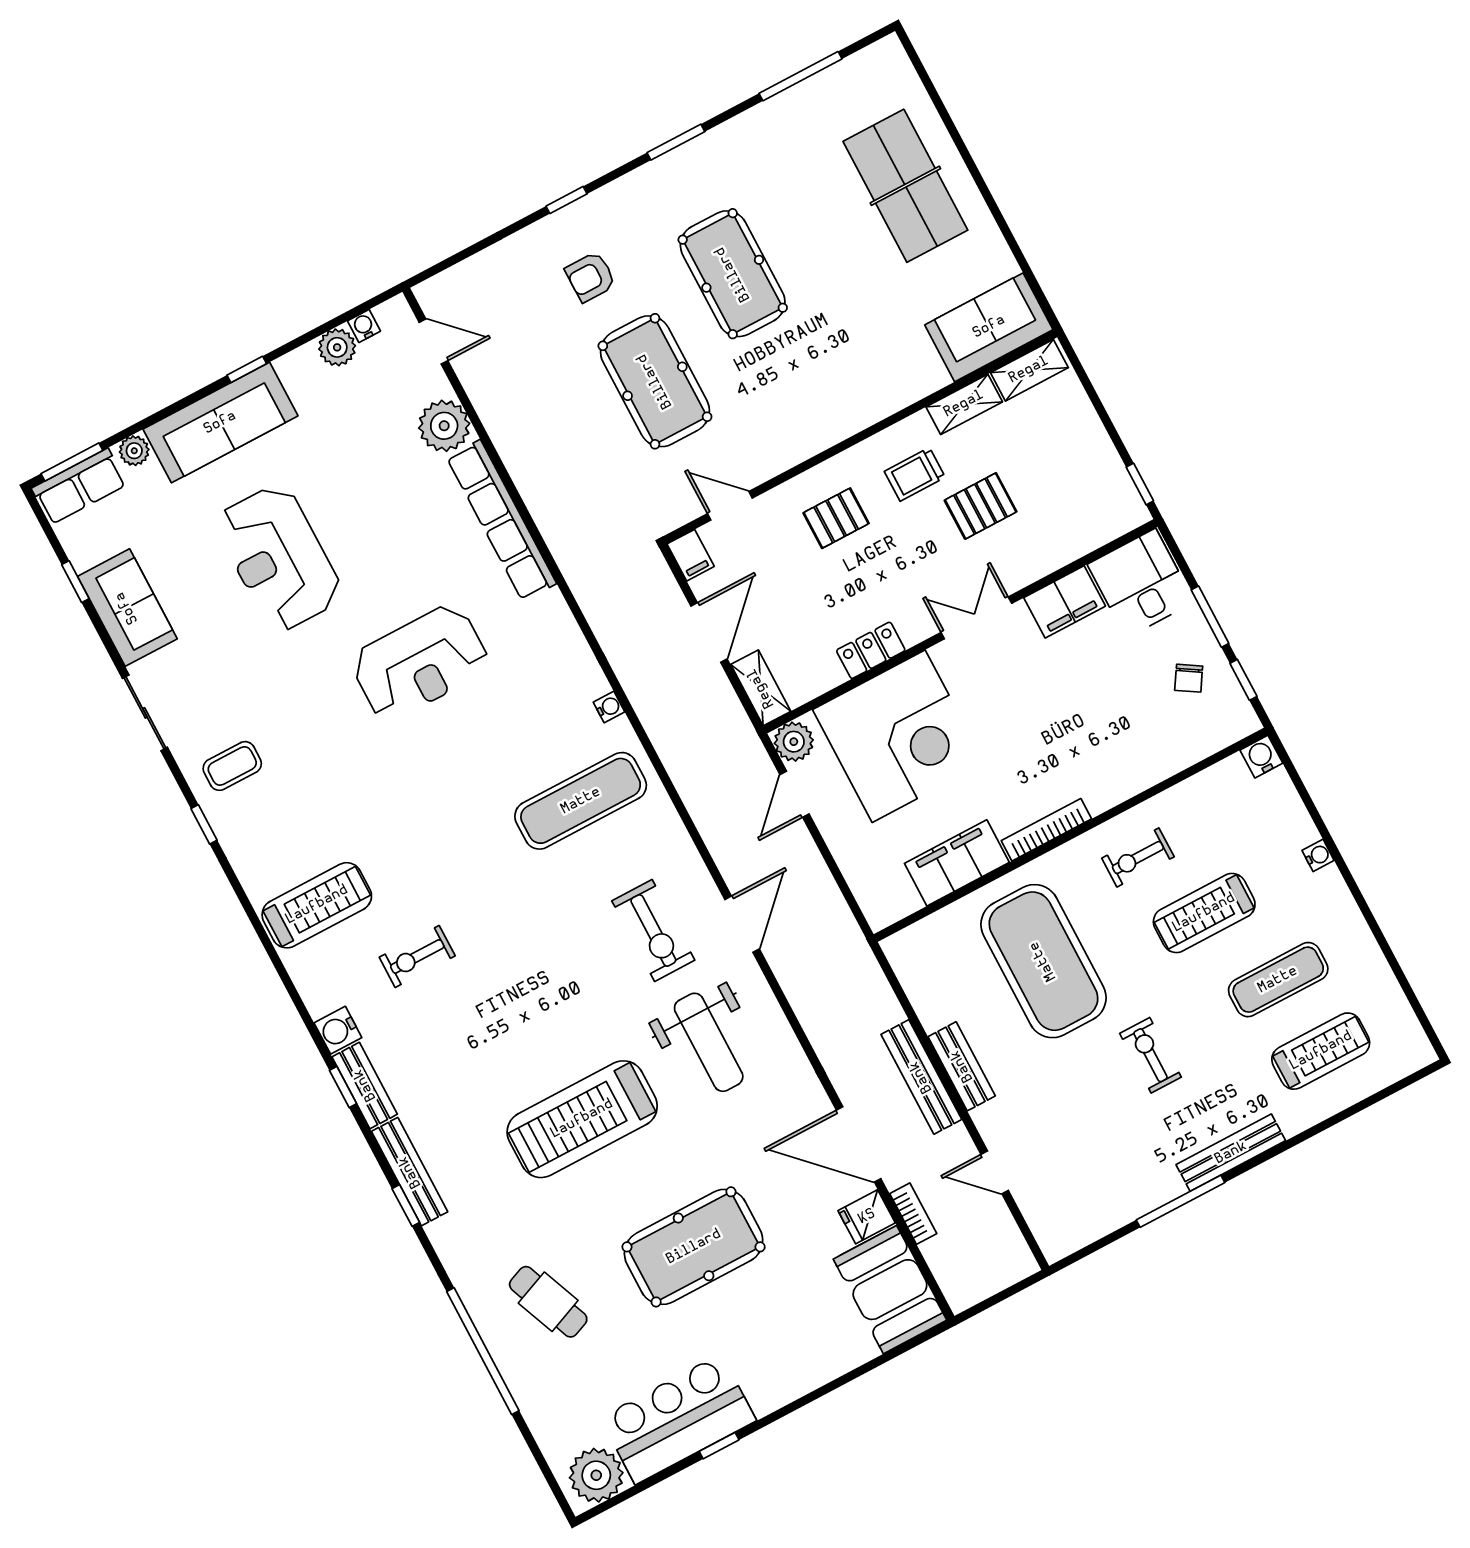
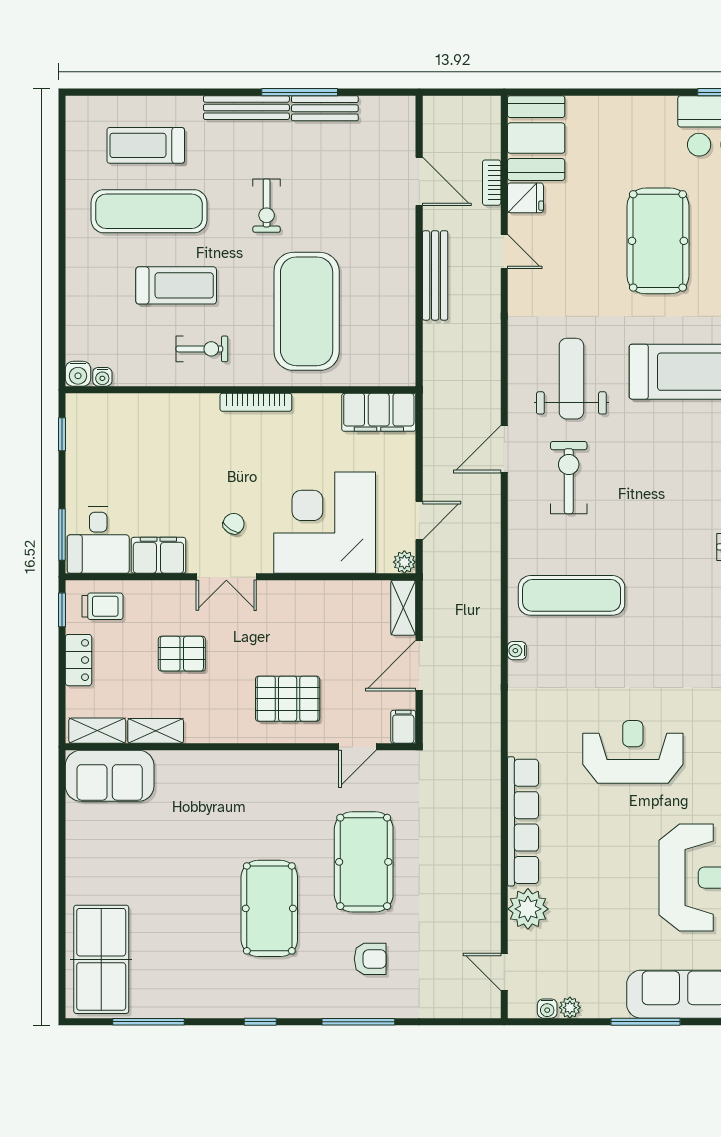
window: (676, 142) -> (260, 1022), width x0.67
table tennis table: (905, 186) -> (101, 959), moved
window: (567, 200) -> (358, 1022), width x2.17
plant: (337, 347) -> (570, 1008), width x0.73, depth x0.73
window: (247, 369) -> (645, 1022), width x2.17
trolley: (915, 474) -> (102, 606), moved
door: (730, 506) -> (357, 747), hinge flipped
pallet: (836, 518) -> (288, 699), width x1.50, depth x1.42
window: (1210, 617) -> (62, 535), moved
locker: (871, 650) -> (78, 660), moved, turned -90
chair: (1189, 678) -> (234, 524), moved
plant: (794, 742) -> (404, 562), width x0.73, depth x0.73
water cooler: (1318, 855) -> (102, 377), moved, turned -90
filing cabinet: (957, 863) -> (379, 412), moved
exercise mat: (1278, 980) -> (149, 211), width x1.36, depth x1.45
bench: (962, 1066) -> (325, 108), moved, turned 90
door: (859, 1144) -> (504, 251), width x0.53
door: (995, 1172) -> (419, 181), width x1.38
pool table: (694, 1247) -> (658, 241), turned 90

